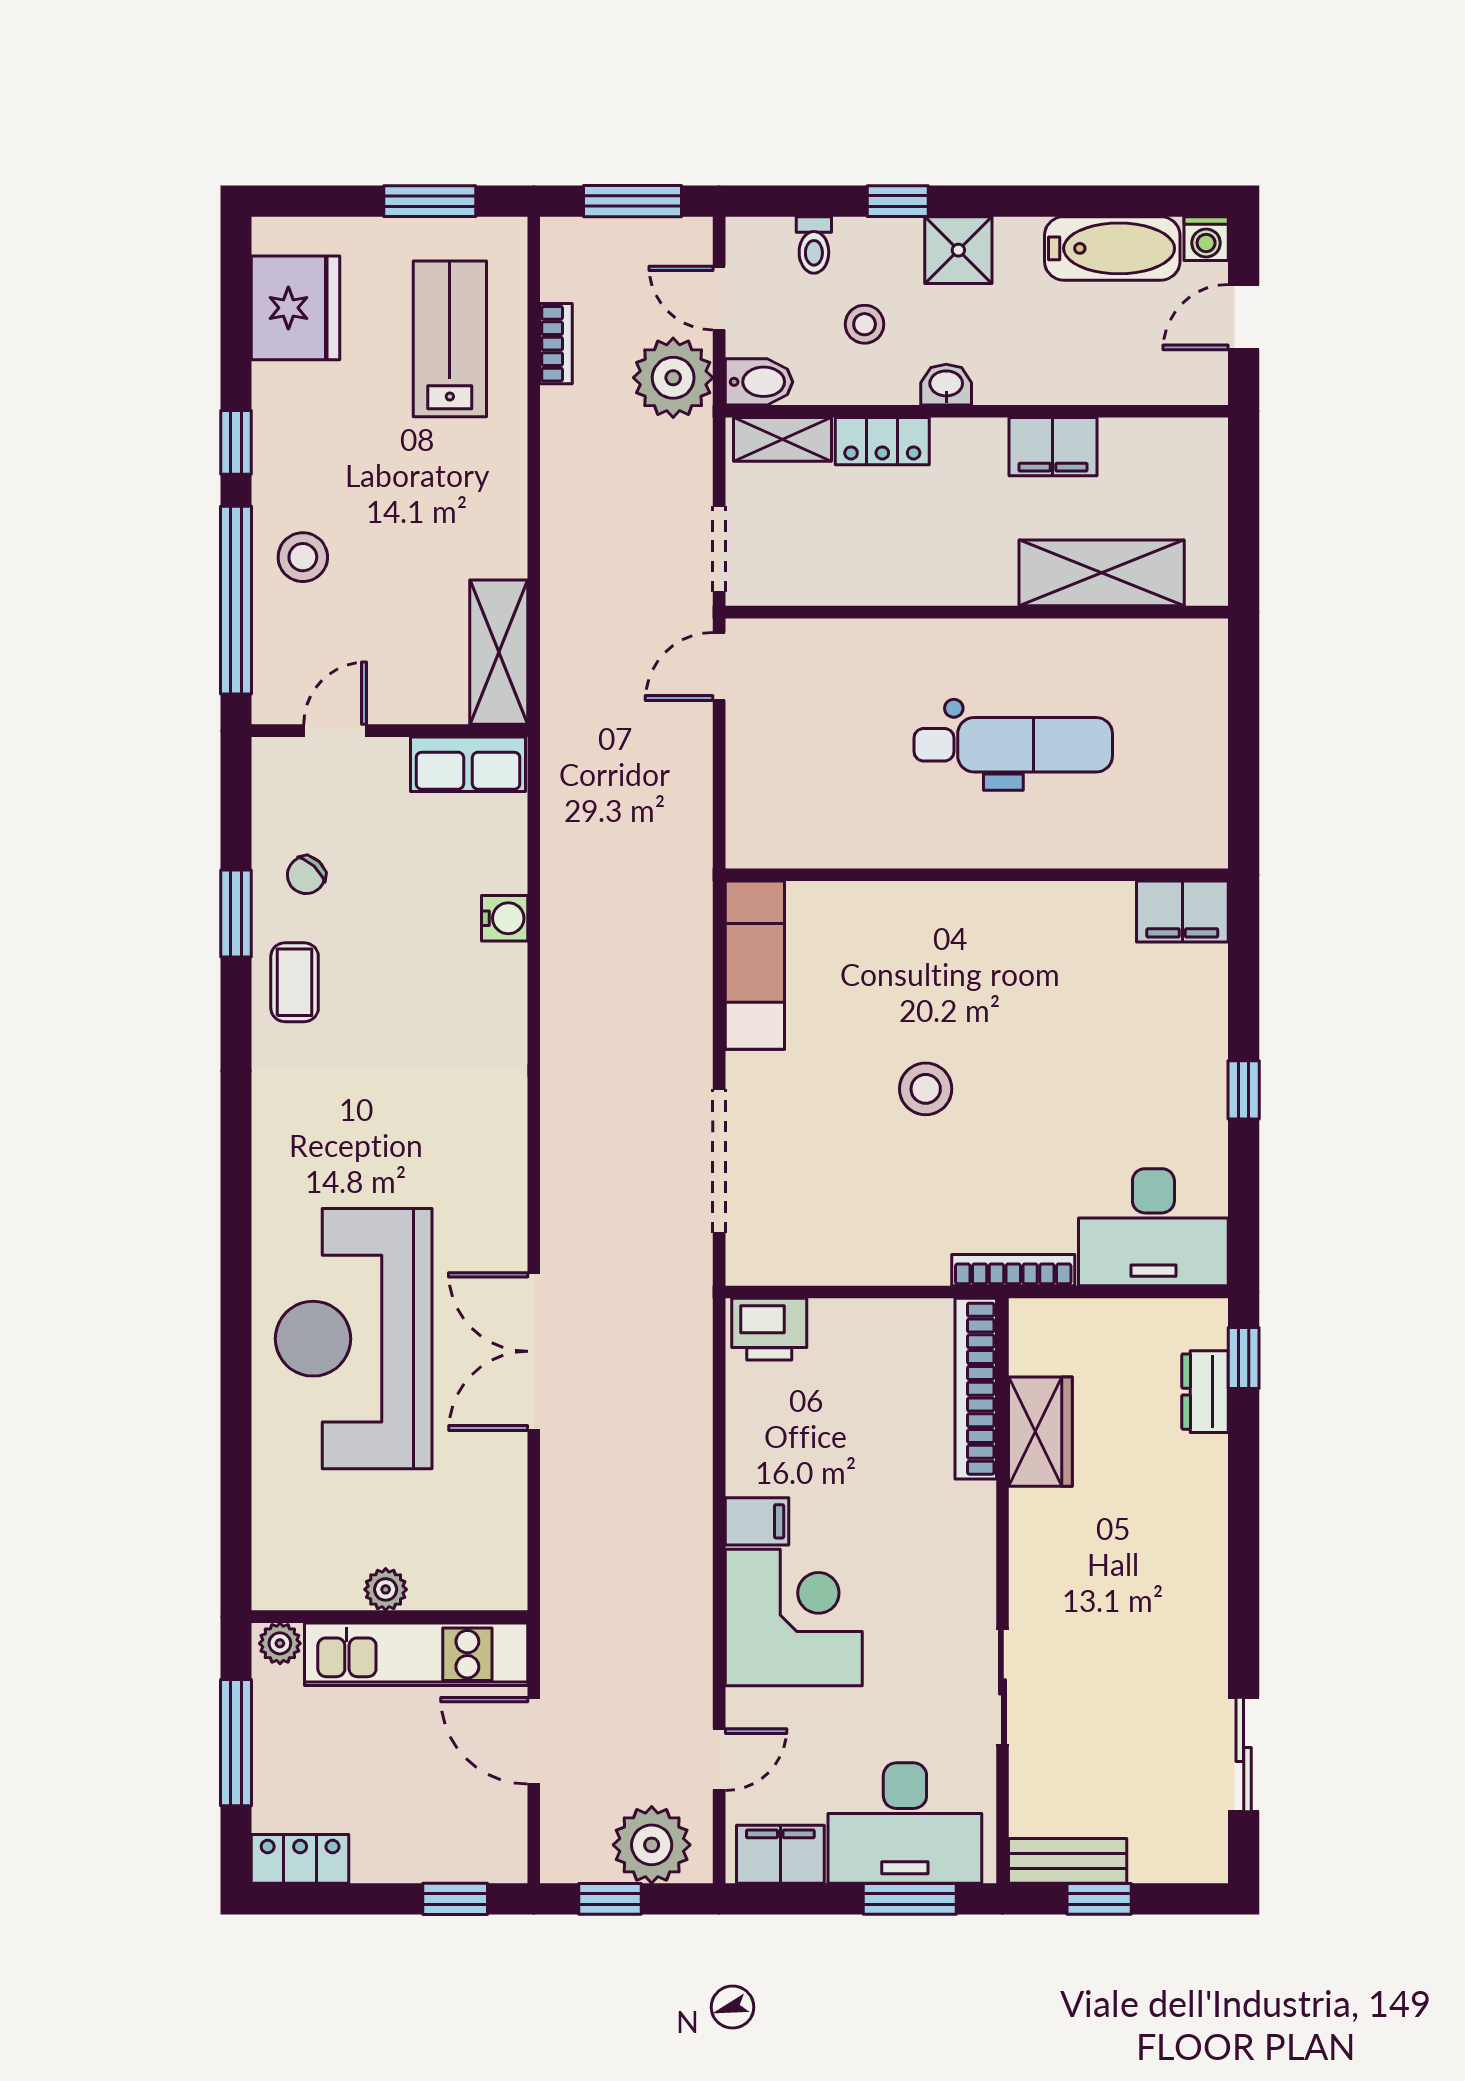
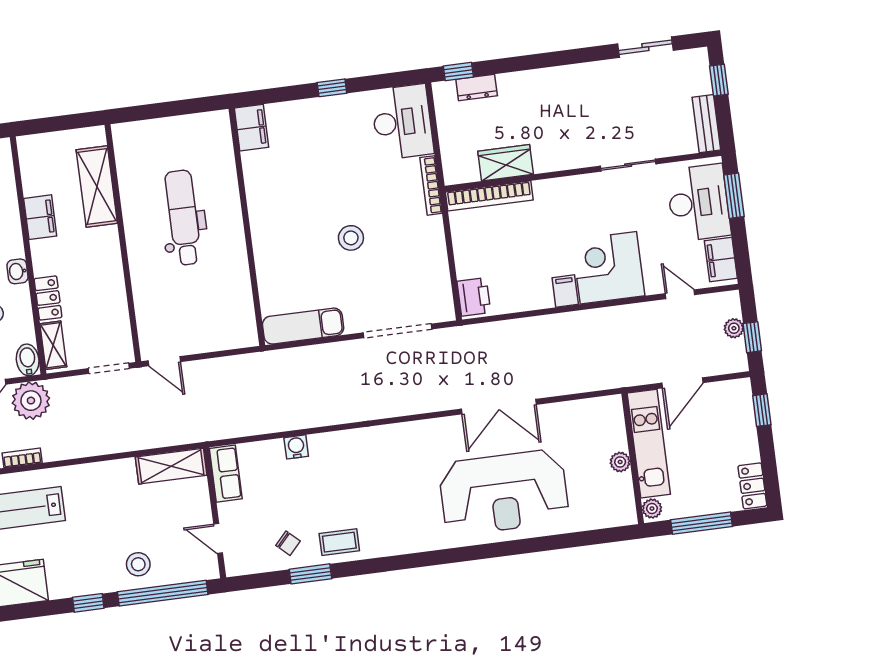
plant: (652, 1845) -> (734, 328), width x0.53, depth x0.53
window: (1099, 1899) -> (719, 80), moved

